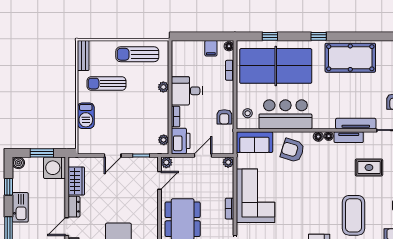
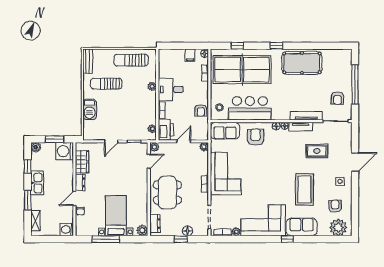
armchair: (292, 150) -> (255, 137), turned 73

